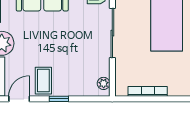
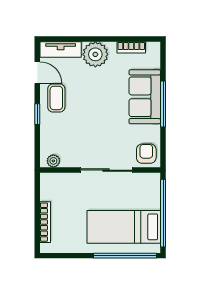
coffee table: (43, 81) -> (56, 98), turned 90
bookcase: (148, 91) -> (45, 222), moved

